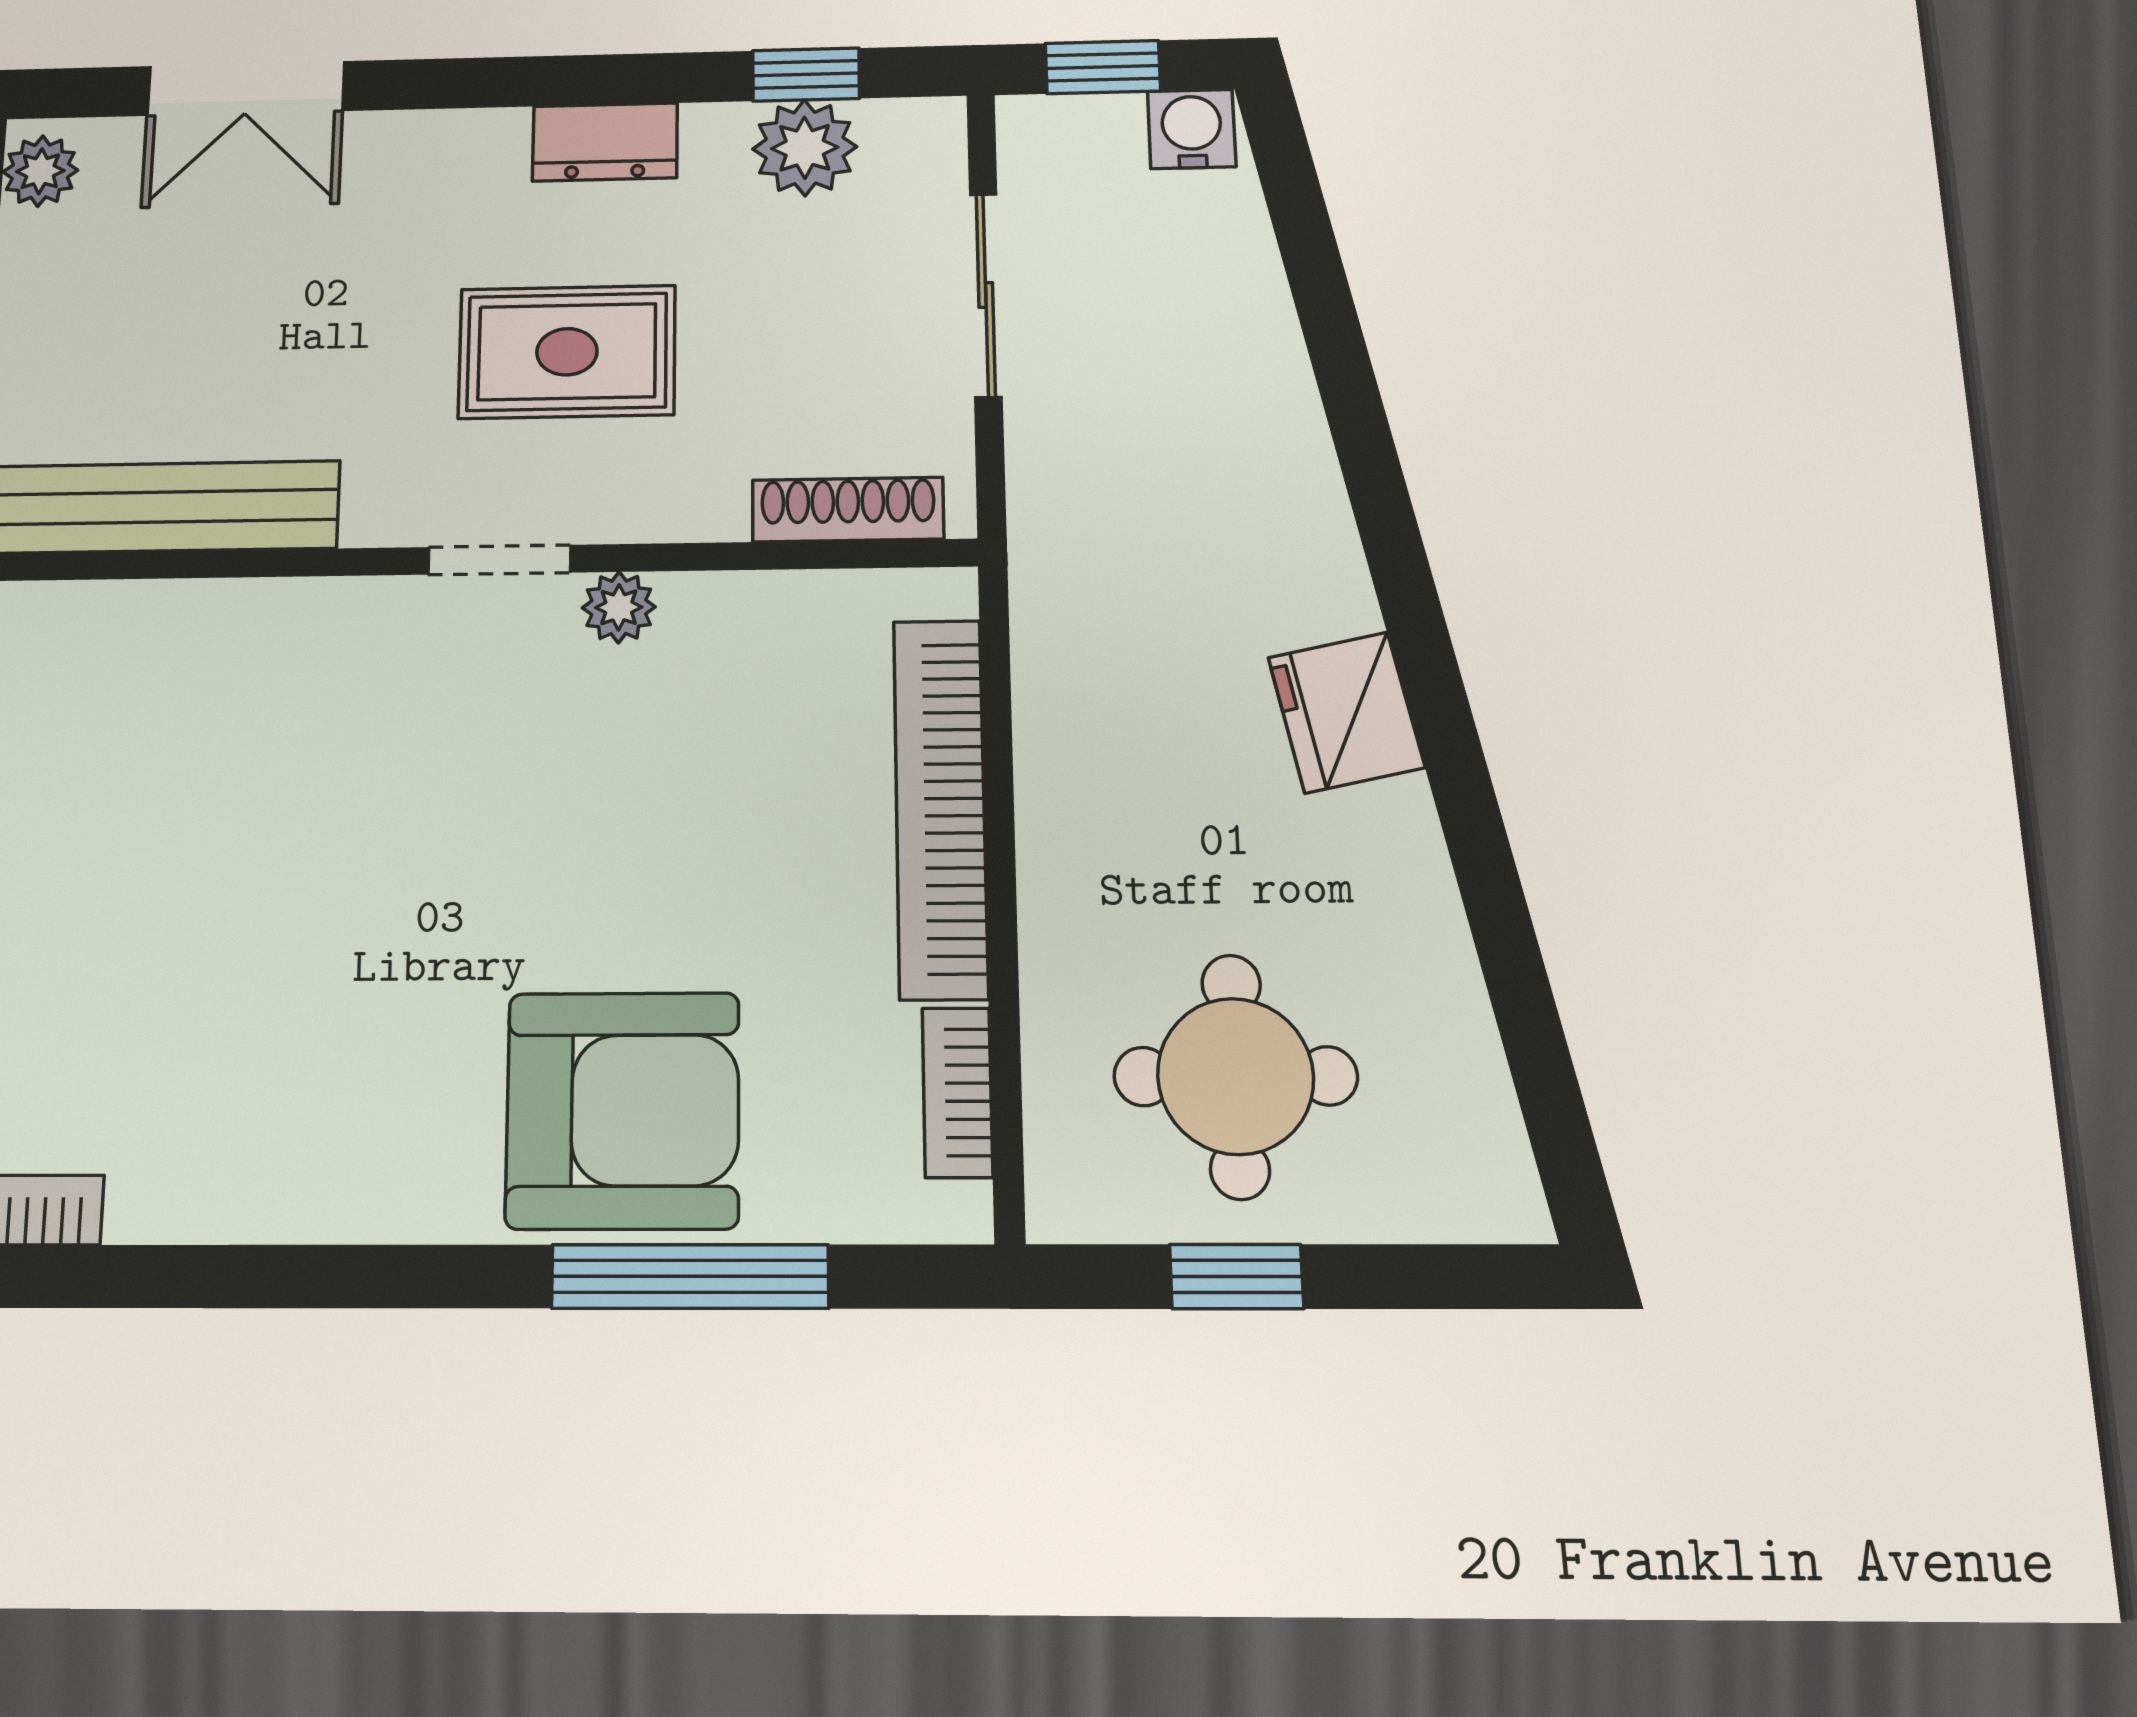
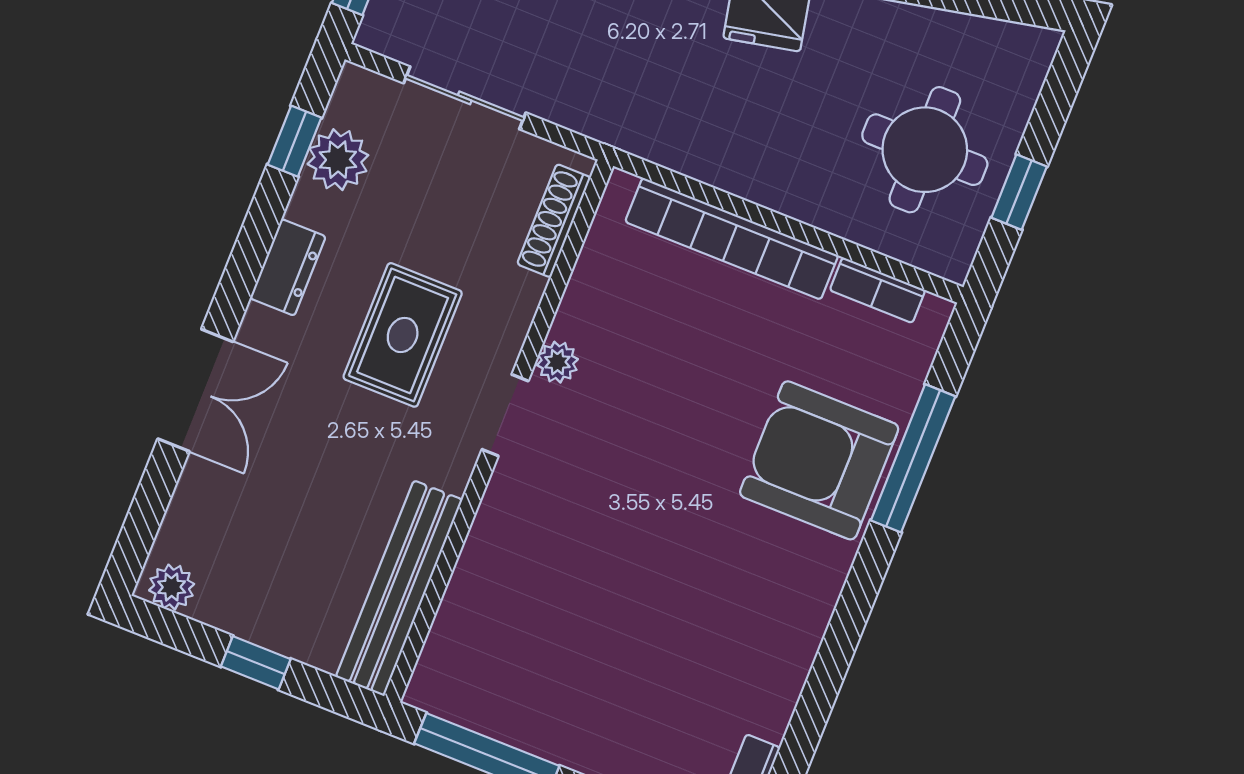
double door: (246, 89) -> (195, 390), moved
armchair: (623, 1110) -> (819, 460), turned -90

